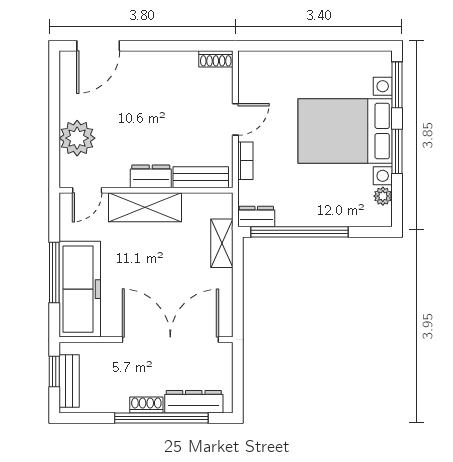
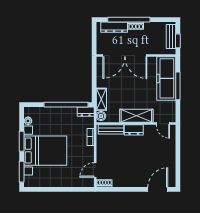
door: (235, 119) -> (95, 170), moved
plant: (77, 138) -> (167, 147), removed
door: (87, 190) -> (163, 124), swing flipped
boiler: (223, 207) -> (101, 116), added

